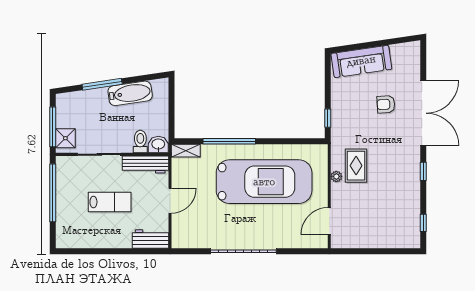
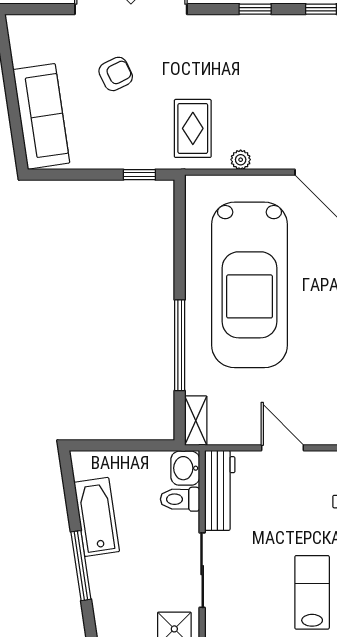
armchair: (386, 104) -> (116, 74), turned -113
rug: (356, 166) -> (193, 128), moved, turned 90
window: (423, 171) -> (255, 9), moved
car: (264, 182) -> (250, 285), turned 180
lab bench: (110, 202) -> (312, 592), moved

